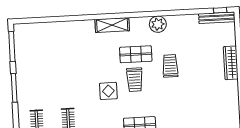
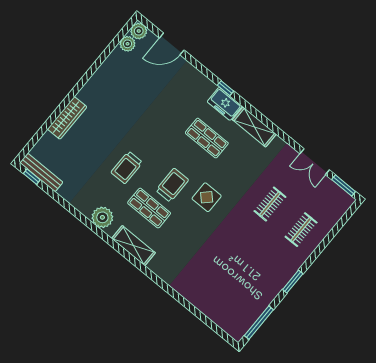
shelving: (112, 25) -> (133, 246), moved
window: (14, 88) -> (293, 282), width x0.69

